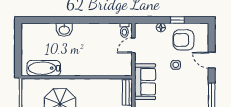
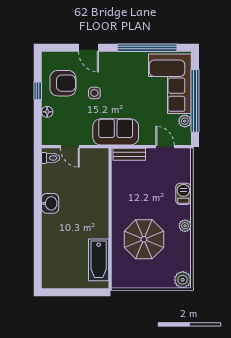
washbasin: (64, 30) -> (50, 203), moved
armchair: (183, 40) -> (63, 83), turned -90
door: (212, 60) -> (88, 48), hinge flipped

